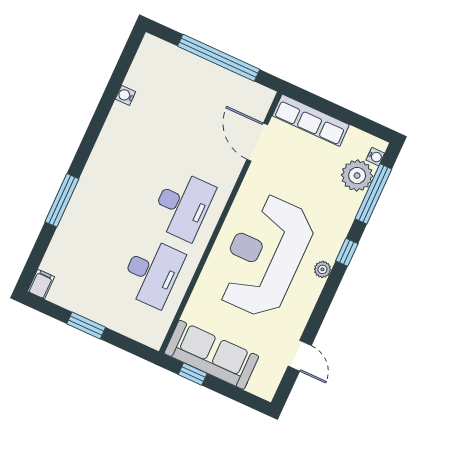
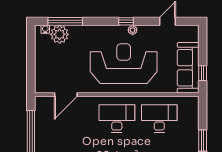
row of seats: (311, 120) -> (42, 72), removed
window: (347, 252) -> (126, 21), moved
reception desk: (265, 256) -> (124, 64), turned 180
plant: (322, 269) -> (133, 30), moved

